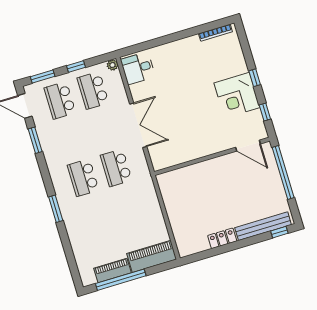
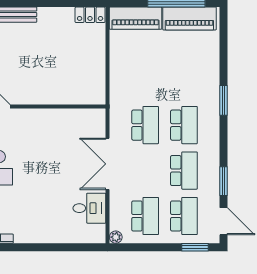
window: (76, 66) -> (156, 247), removed
desk: (138, 68) -> (89, 208), moved
school desk: (71, 139) -> (184, 171), added
locker: (222, 238) -> (90, 15), moved
piano: (112, 270) -> (189, 18), width x1.37, depth x1.33

